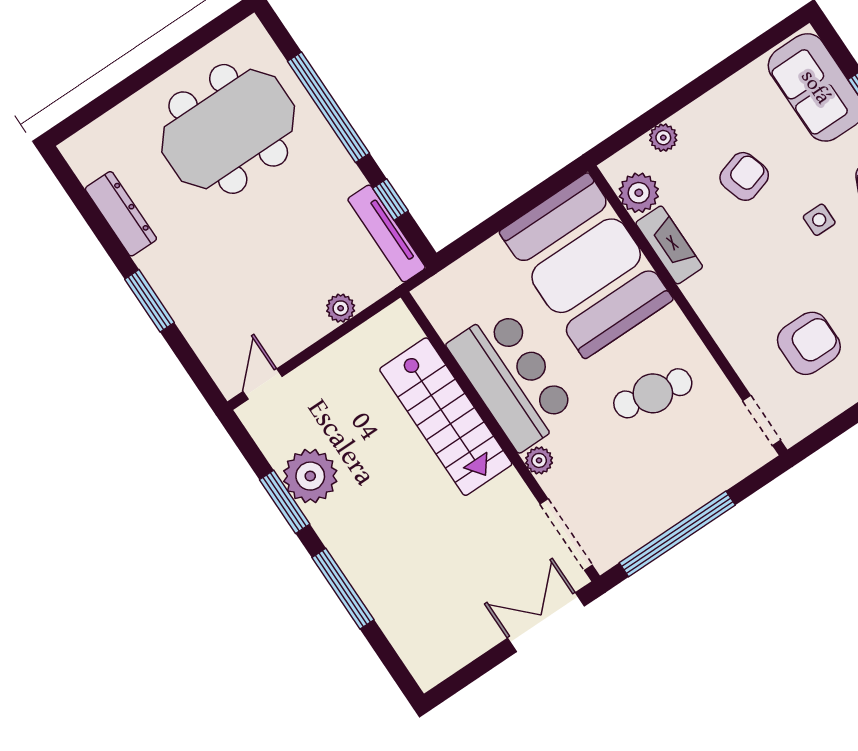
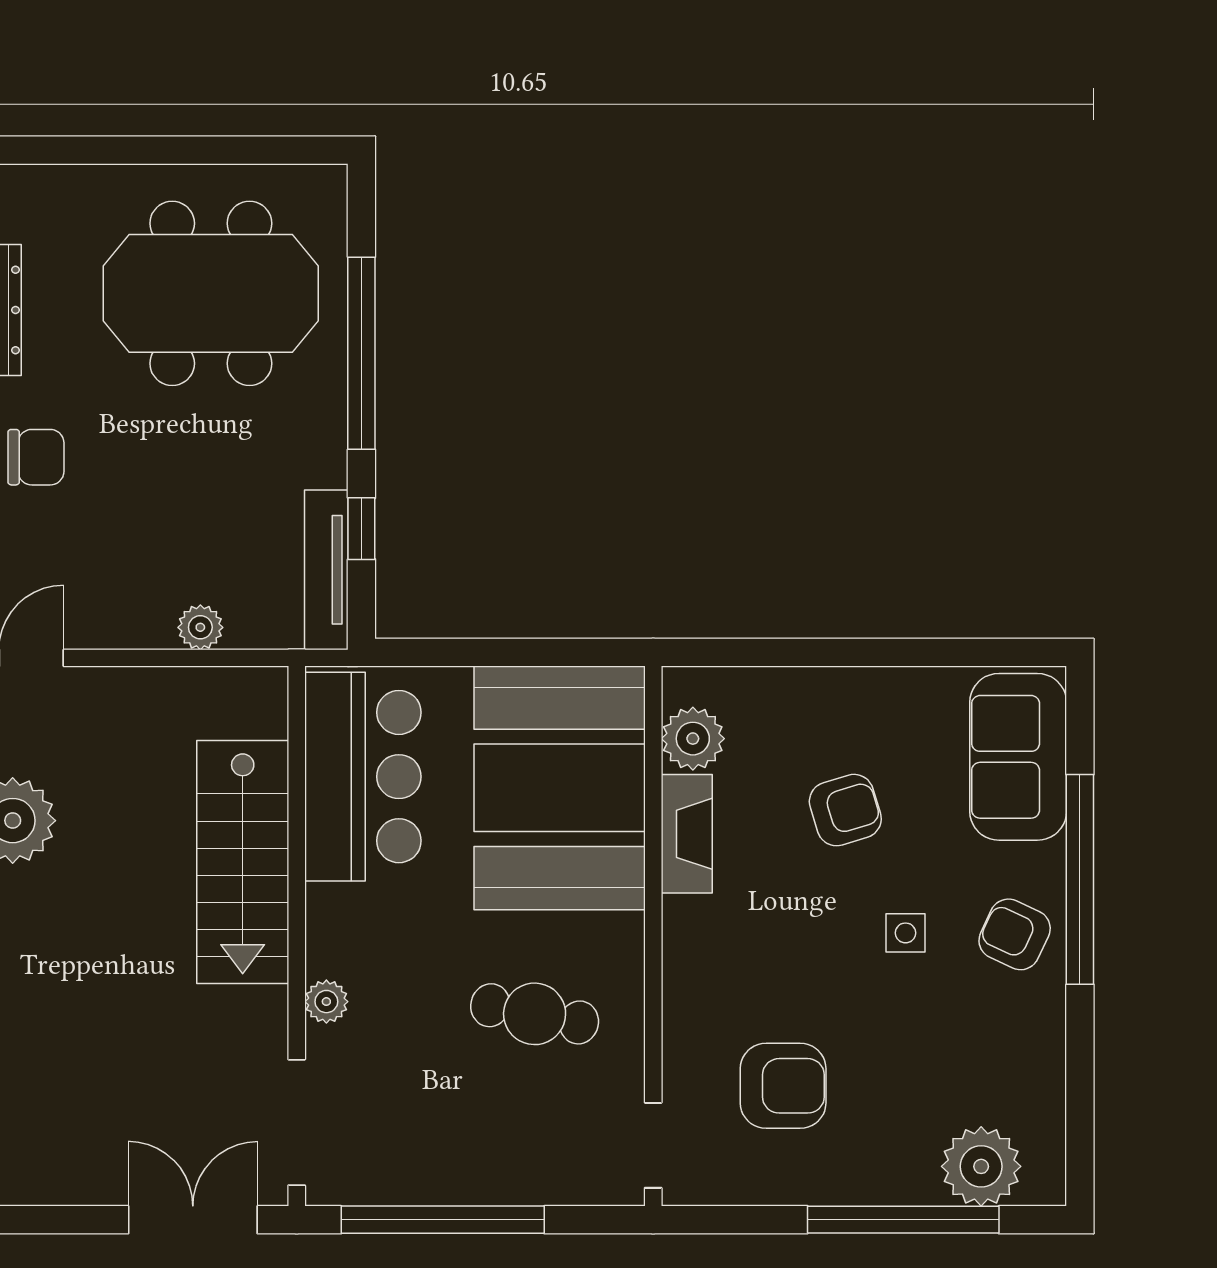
plant: (663, 138) -> (774, 688), removed
chair: (194, 277) -> (36, 457), added
bar counter: (512, 379) -> (363, 777), moved

